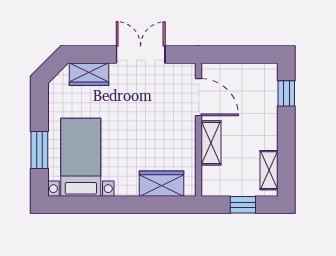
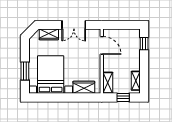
double door: (141, 55) -> (74, 25), swing flipped
shelving: (211, 143) -> (108, 83), moved
bed with nightstands: (81, 157) -> (51, 75), width x1.36

